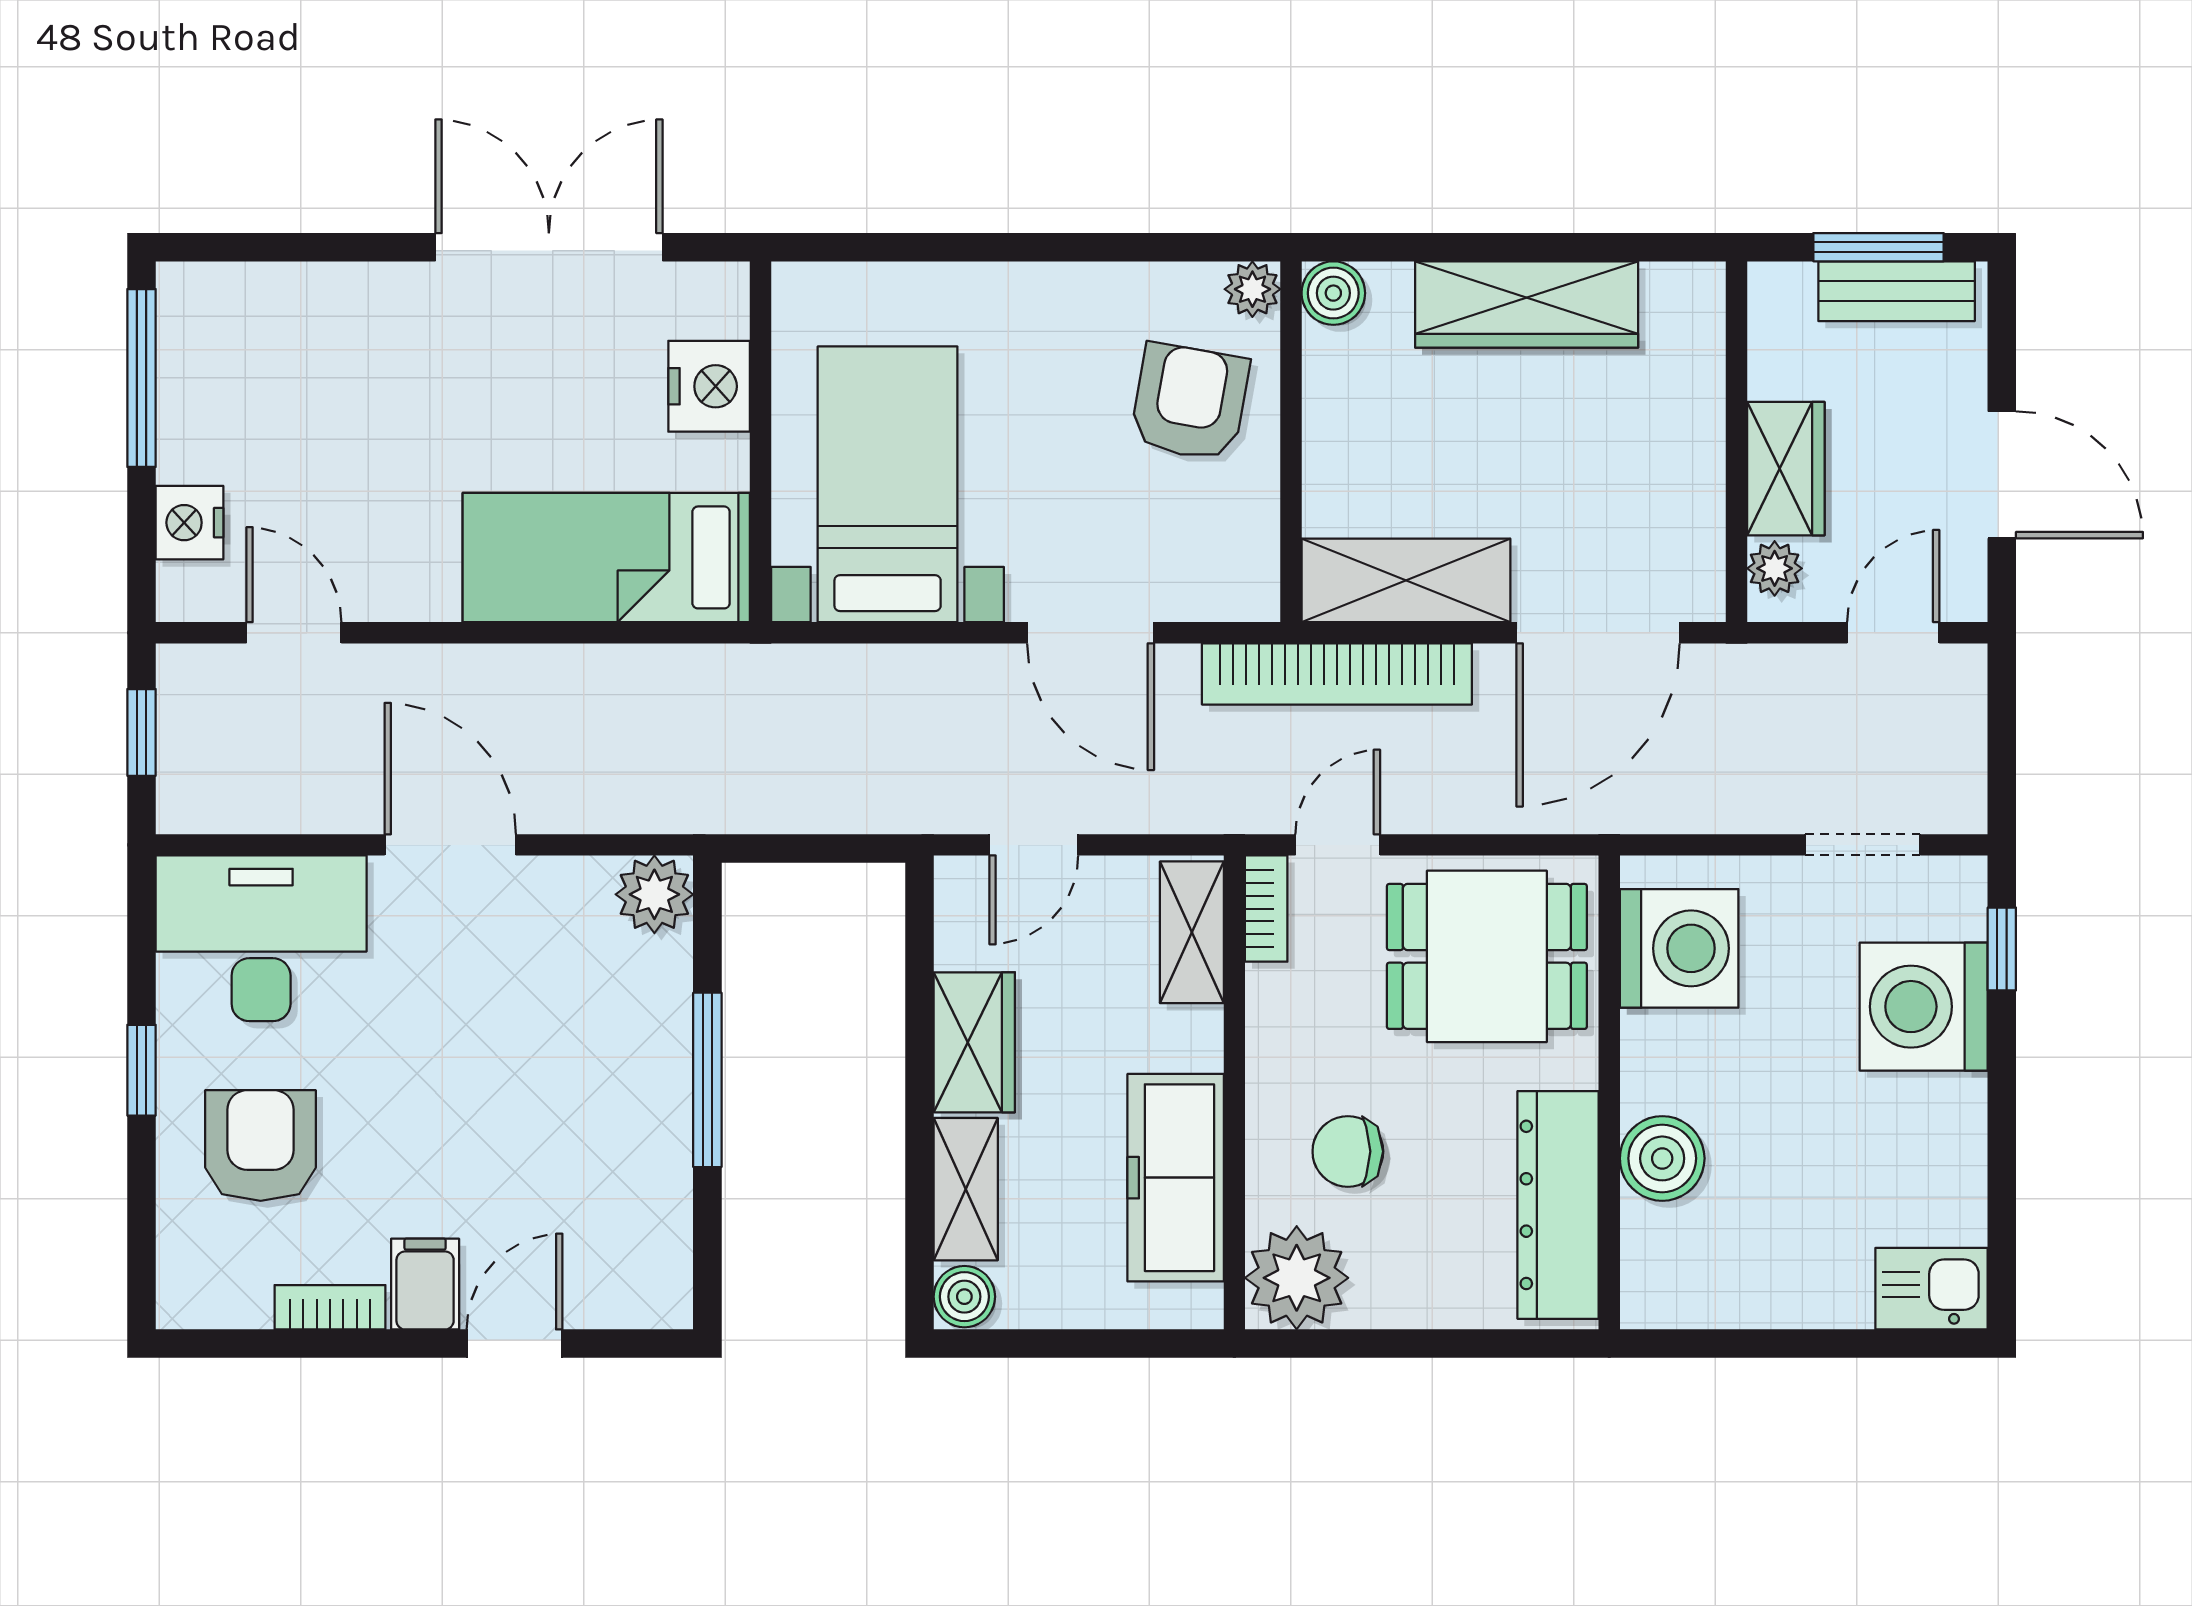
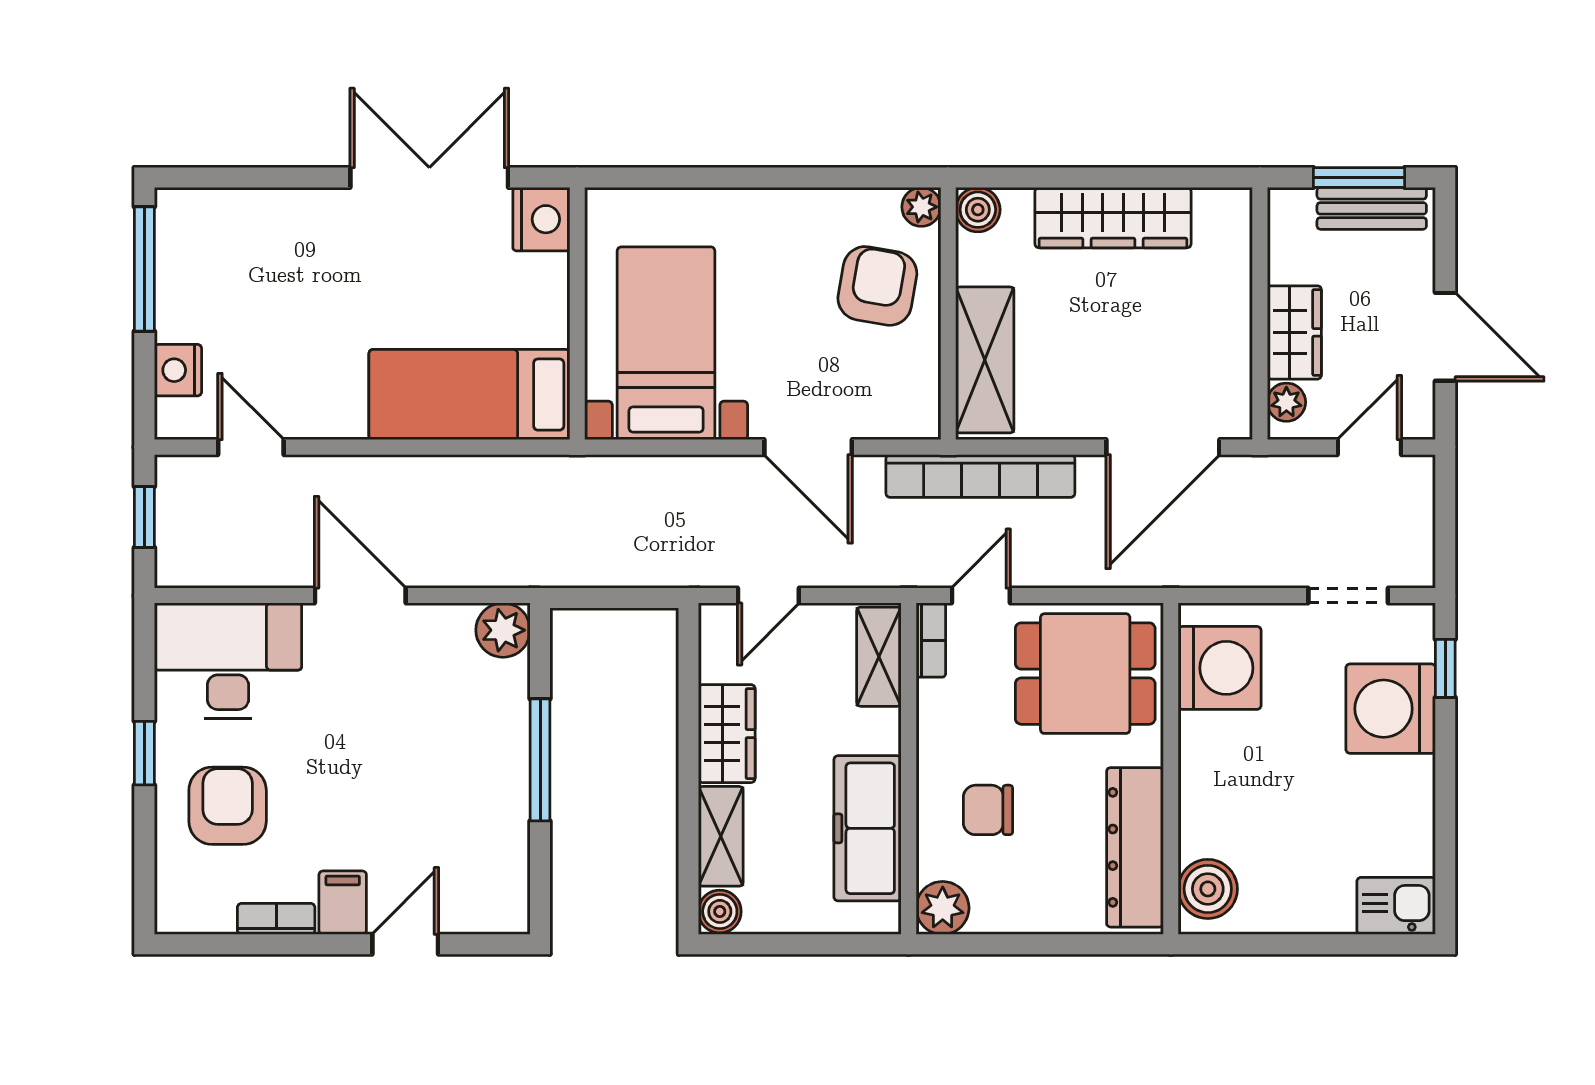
nightstand: (709, 386) -> (541, 219), moved
shelving: (1406, 580) -> (985, 360), moved, turned 90
boiler: (1662, 1158) -> (1208, 889), moved
plant: (1297, 1278) -> (943, 908), width x0.73, depth x0.73

